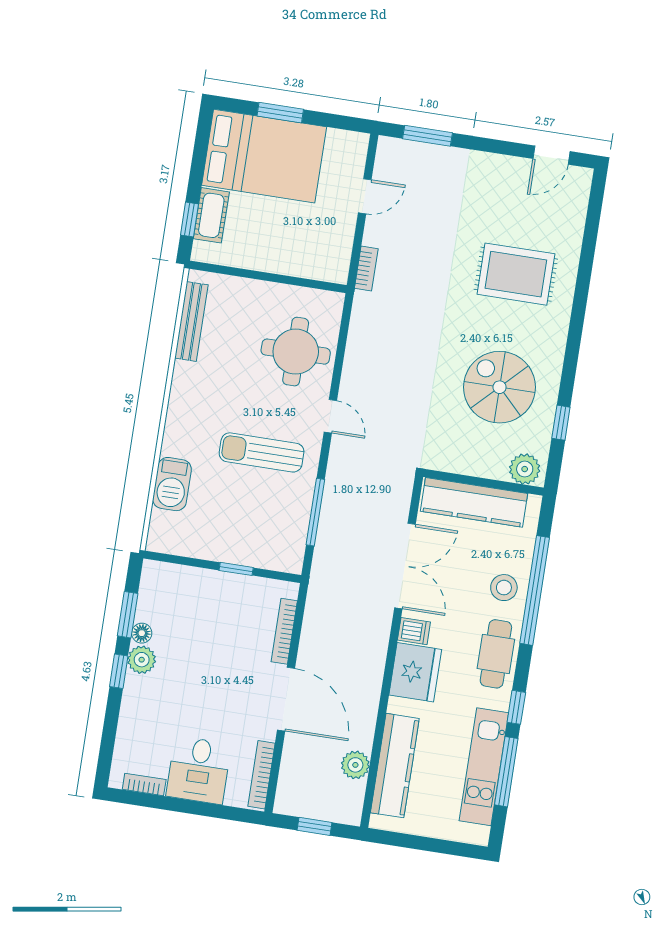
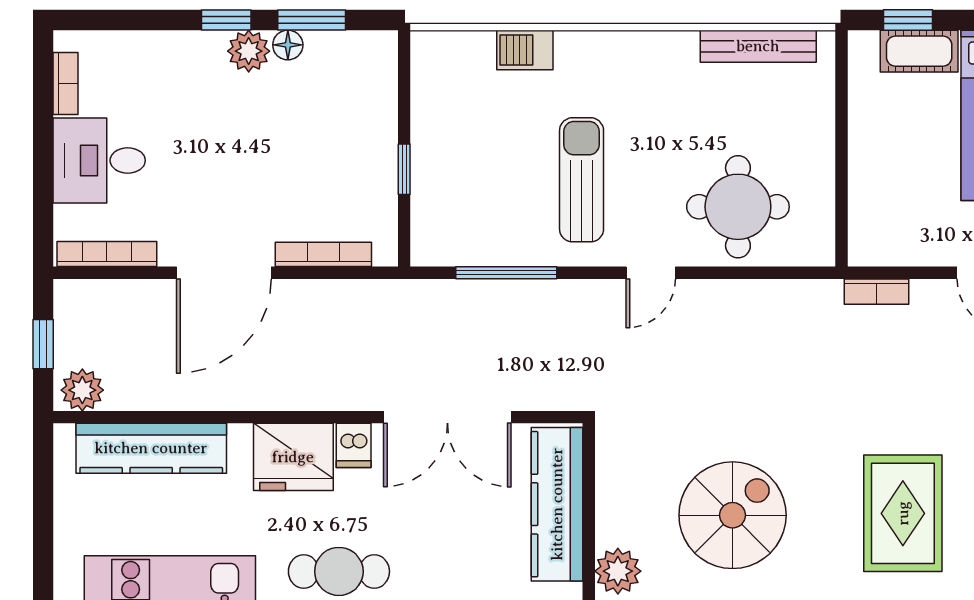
barbecue: (172, 484) -> (525, 50), width x0.73, depth x0.79
stool: (504, 588) -> (439, 568), removed
plant: (355, 765) -> (82, 390), moved

